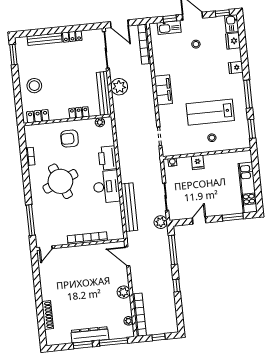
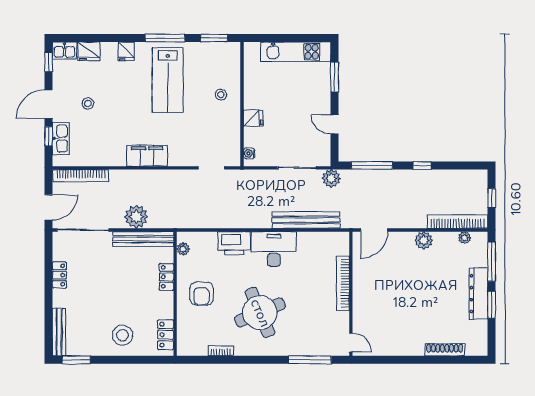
bench: (45, 39) -> (59, 332), moved
lab bench: (210, 112) -> (168, 80), moved

